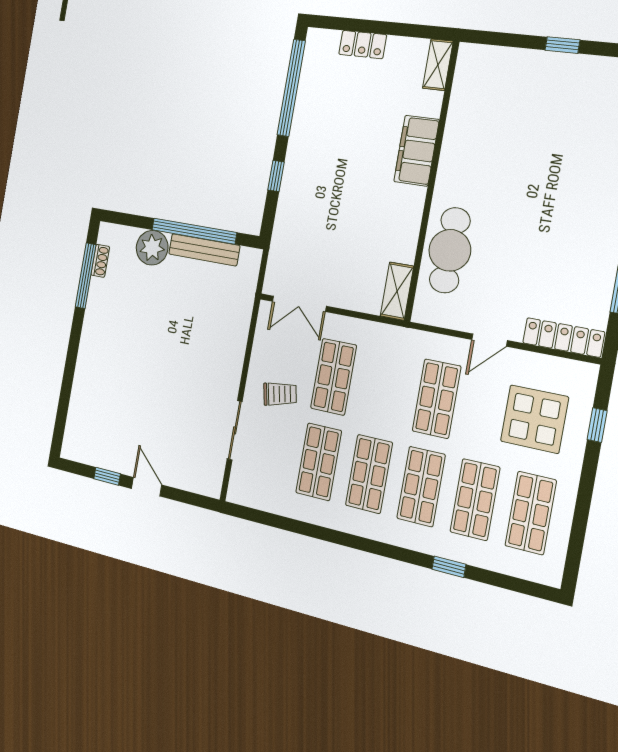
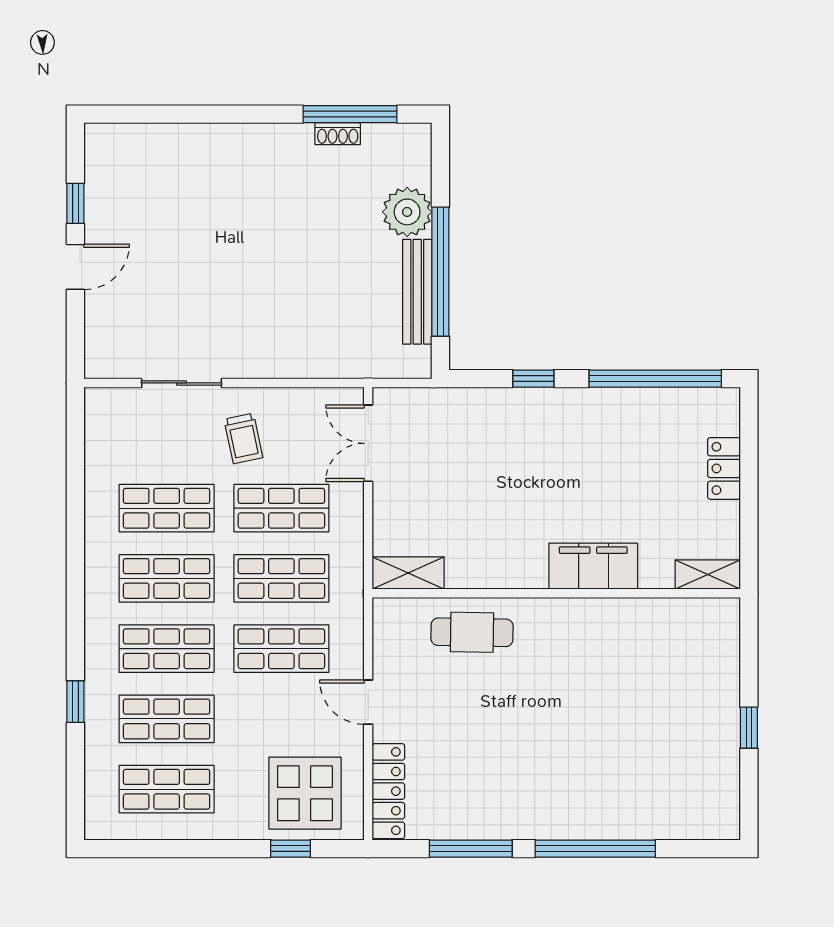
cafe table: (450, 250) -> (472, 632), width x0.73, depth x0.74
shoe rack: (100, 261) -> (338, 134), moved
shop shelf: (384, 388) -> (281, 578), added
display table: (534, 419) -> (305, 793), moved

